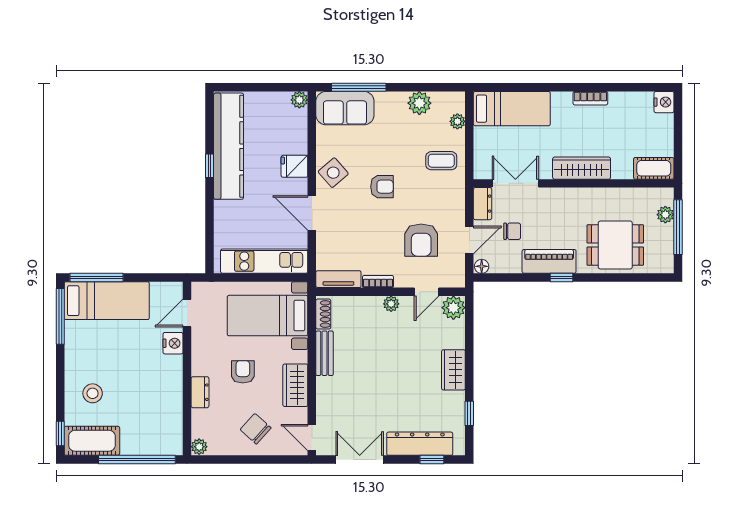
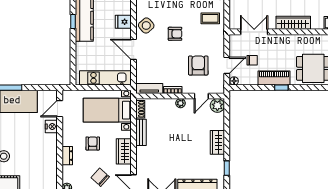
dresser: (483, 204) -> (235, 44), removed
armchair: (421, 240) -> (198, 65), turned 180

